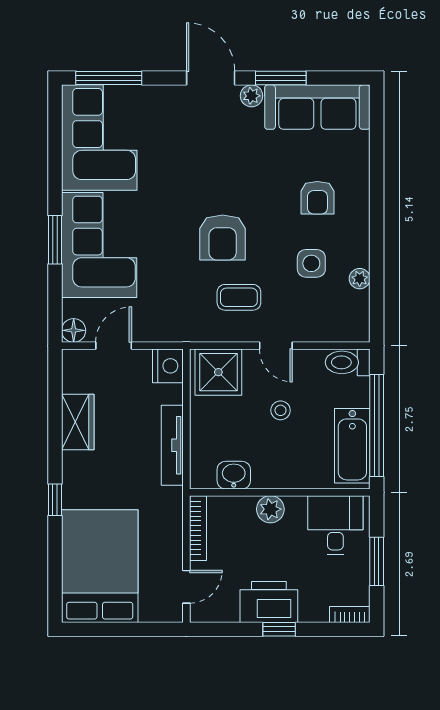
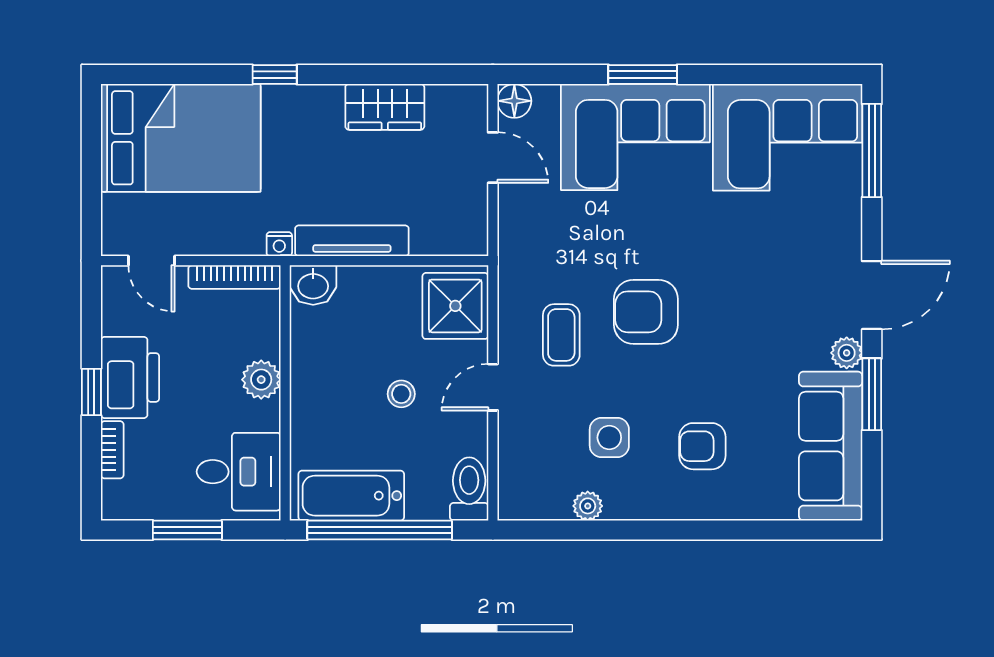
nightstand: (168, 366) -> (279, 244), moved, width x0.53, depth x0.56
washbasin: (234, 475) -> (313, 285), moved, turned 90
bookcase: (350, 614) -> (112, 450), moved

